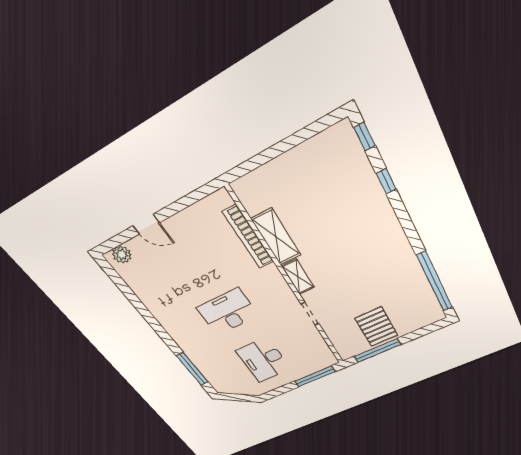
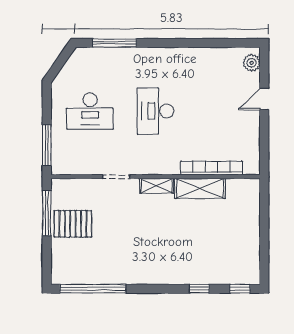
desk: (228, 312) -> (155, 111), turned 180
desk: (263, 360) -> (90, 111), turned 180

